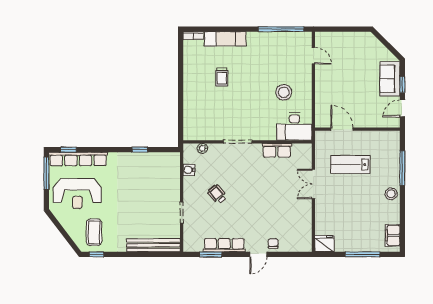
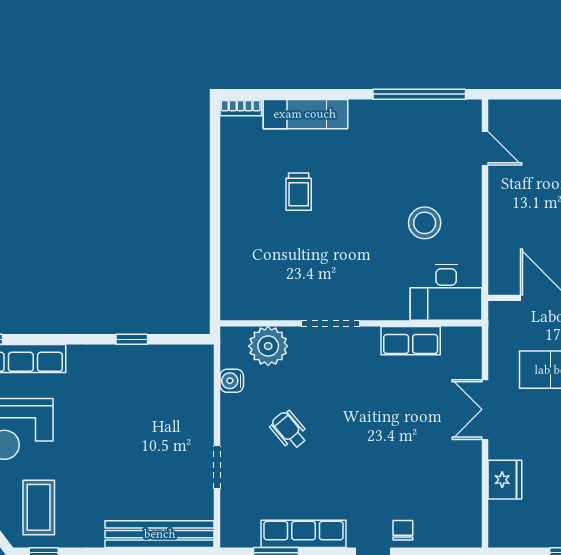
plant: (202, 148) -> (268, 346), width x1.88, depth x1.88
fridge: (325, 244) -> (505, 480), moved, turned 90

